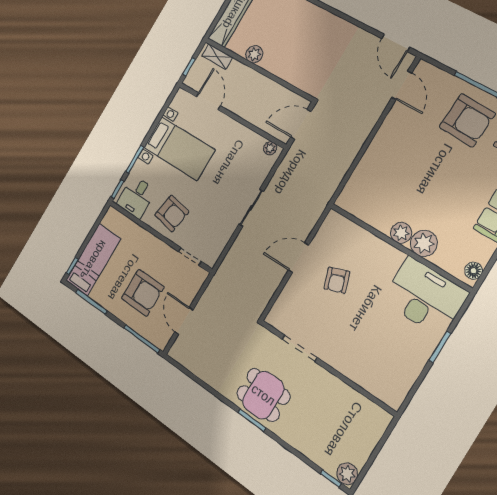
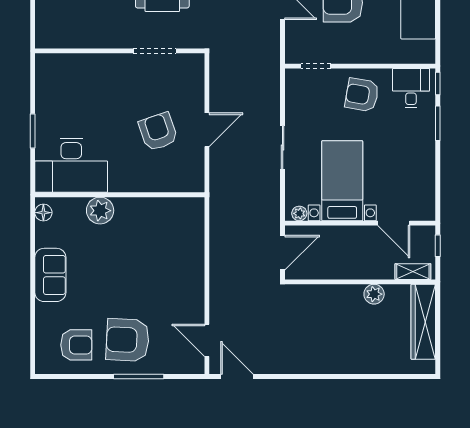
bed with nightstands: (179, 149) -> (342, 181), moved, turned 90
plant: (401, 233) -> (126, 208), removed
armchair: (337, 280) -> (158, 132), width x1.38, depth x1.38

